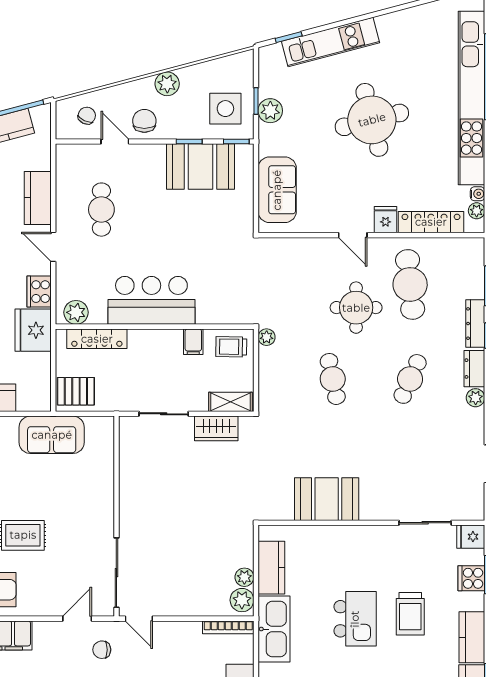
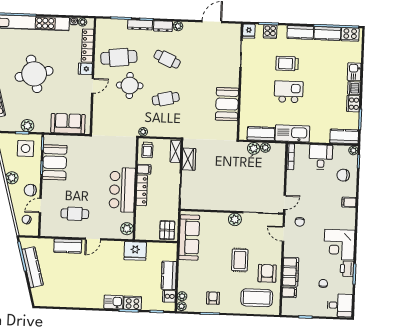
cooker: (39, 292) -> (116, 247), removed
locker: (97, 339) -> (142, 190), moved
sofa: (52, 435) -> (189, 237), width x1.36
plant: (102, 523) -> (235, 219), added
plant: (242, 600) -> (254, 148), moved
trolley: (410, 614) -> (287, 64), turned 180

